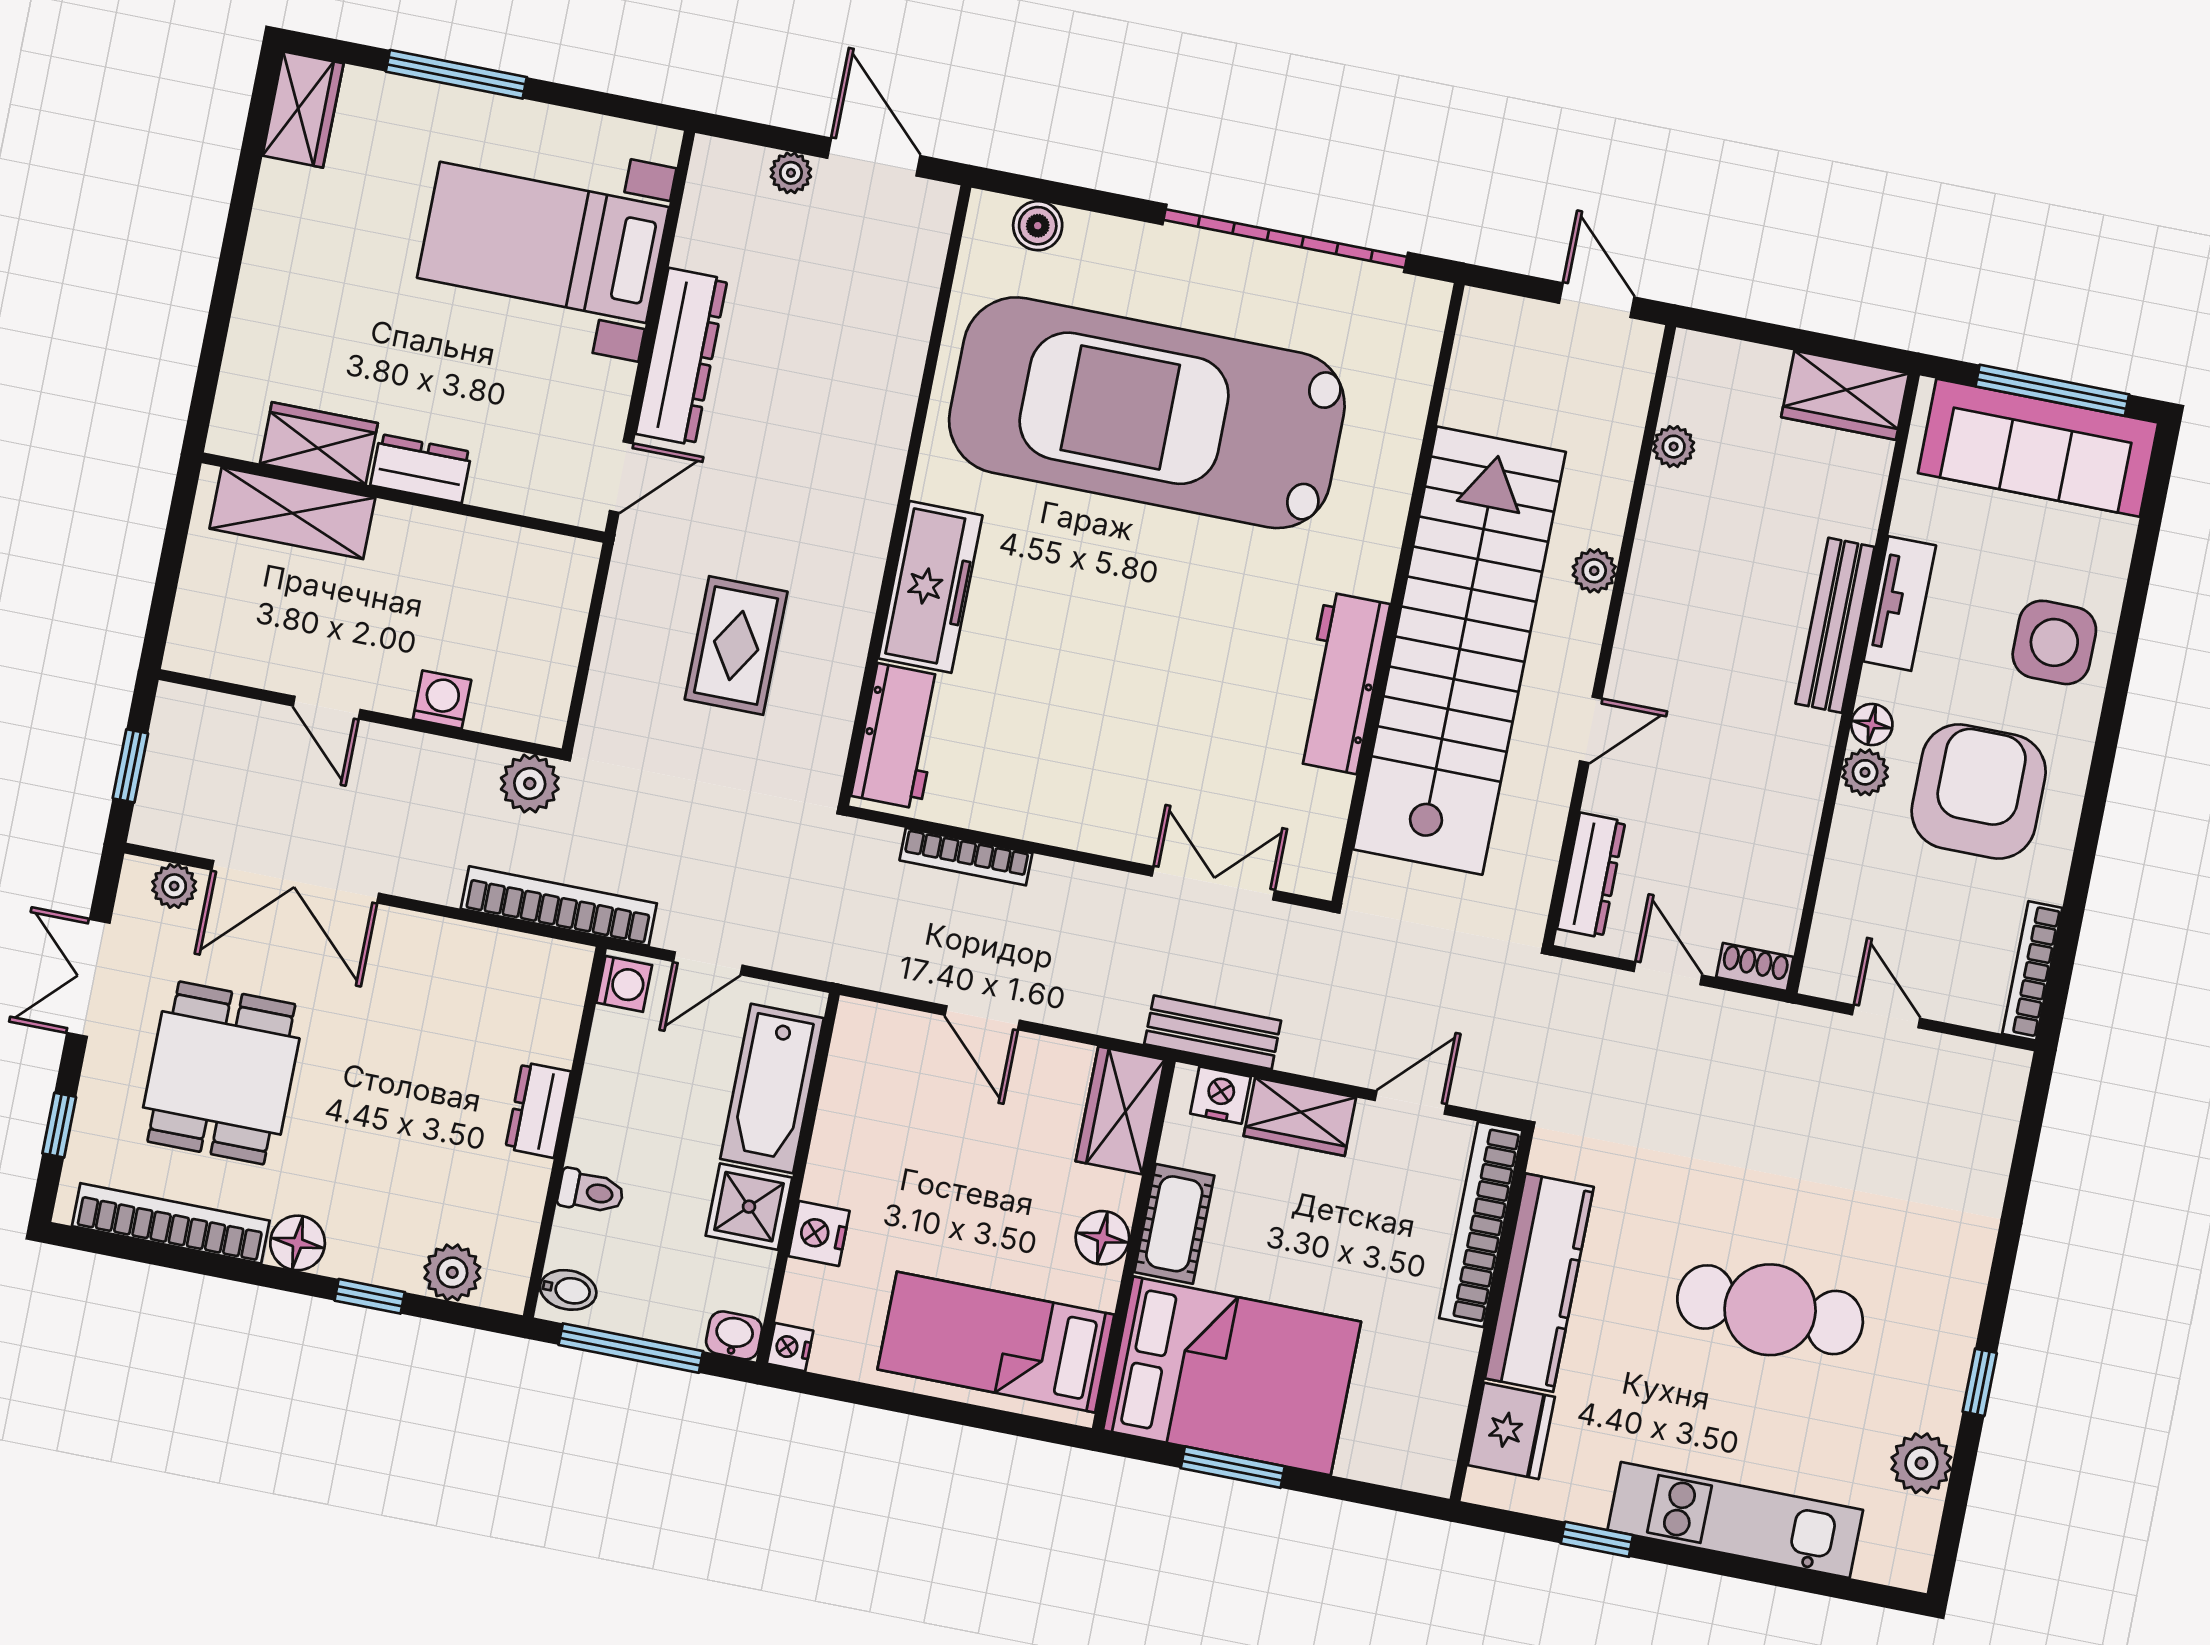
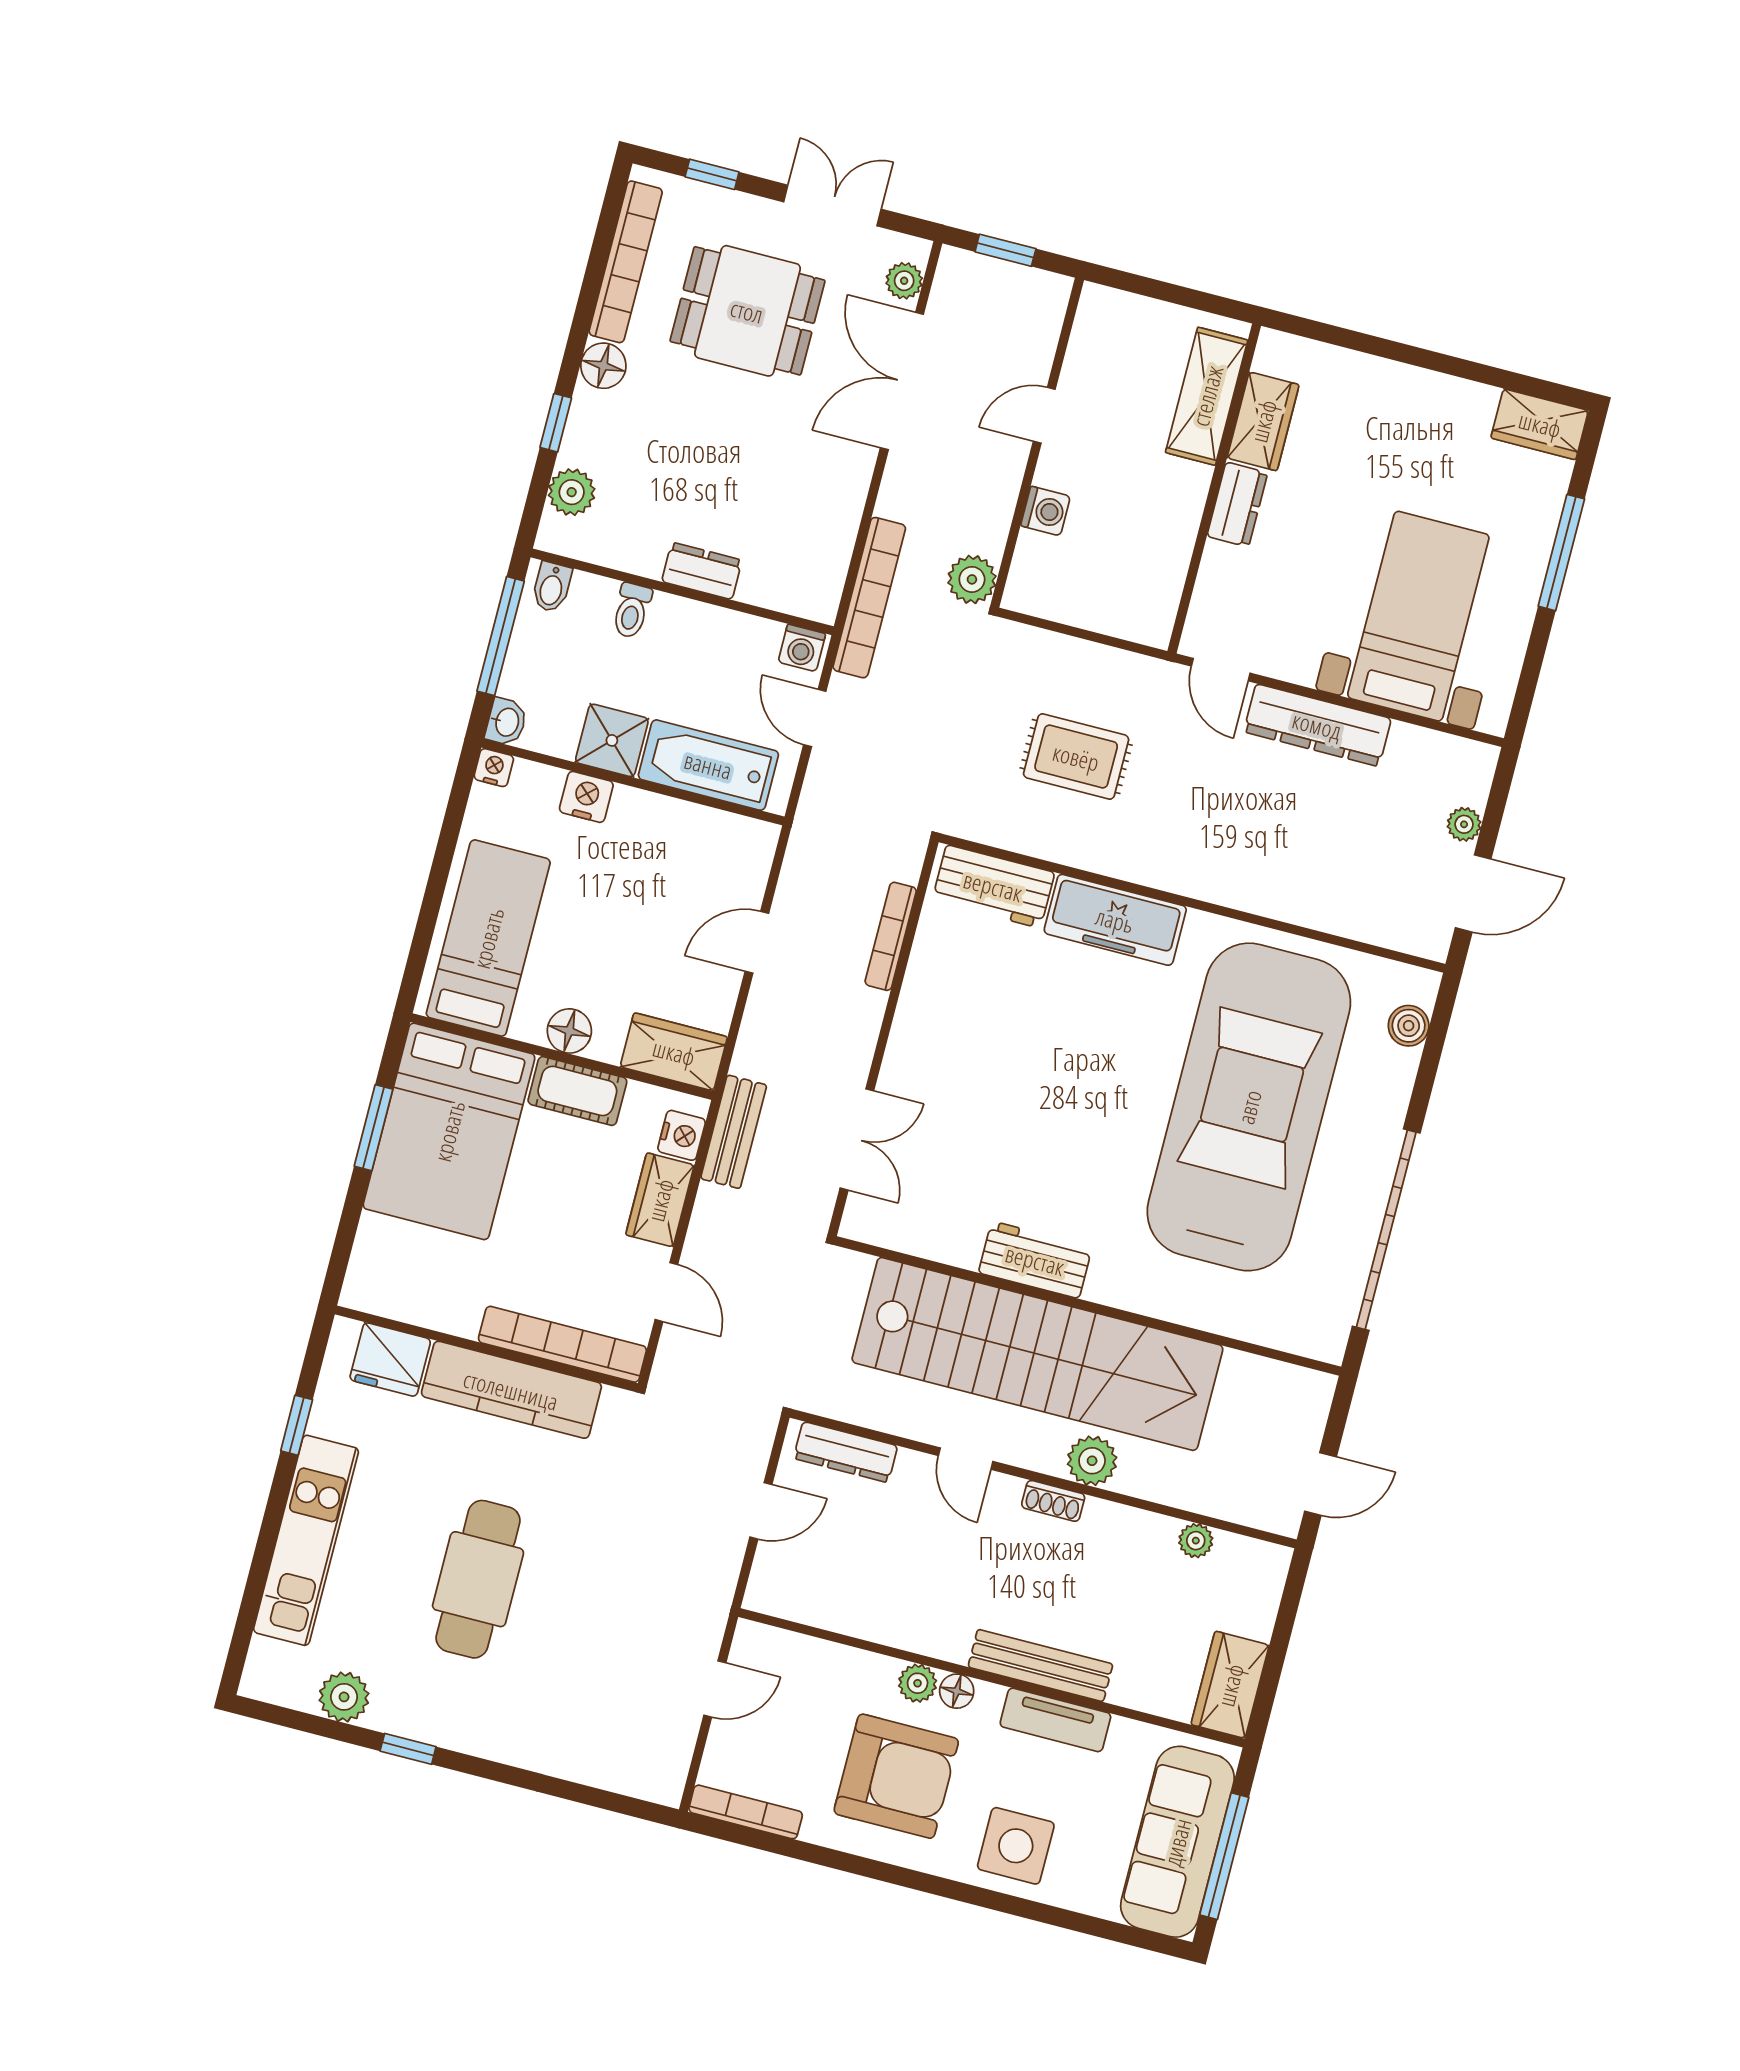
plant: (1594, 571) -> (1092, 1461), width x1.38, depth x1.38
workbench: (1341, 683) -> (1035, 1260), width x0.73
shoe rack: (1755, 967) -> (1053, 1501), moved, turned 90

